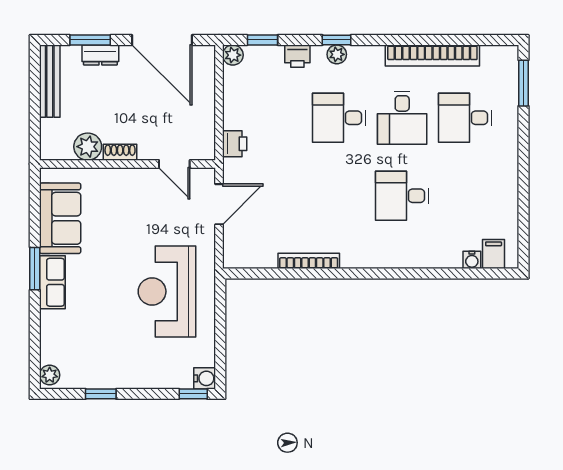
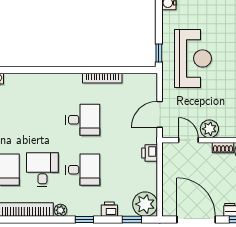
plant: (337, 54) -> (61, 210), moved
plant: (233, 55) -> (145, 204), width x1.87, depth x1.87
plant: (141, 182) -> (209, 129), added
desk: (402, 196) -> (83, 120), moved
window: (220, 300) -> (159, 53), added

